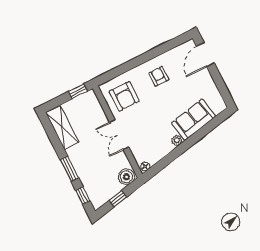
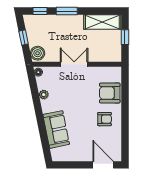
window: (78, 91) -> (125, 37), moved
armchair: (124, 96) -> (110, 93), moved
plant: (177, 140) -> (44, 95), moved

